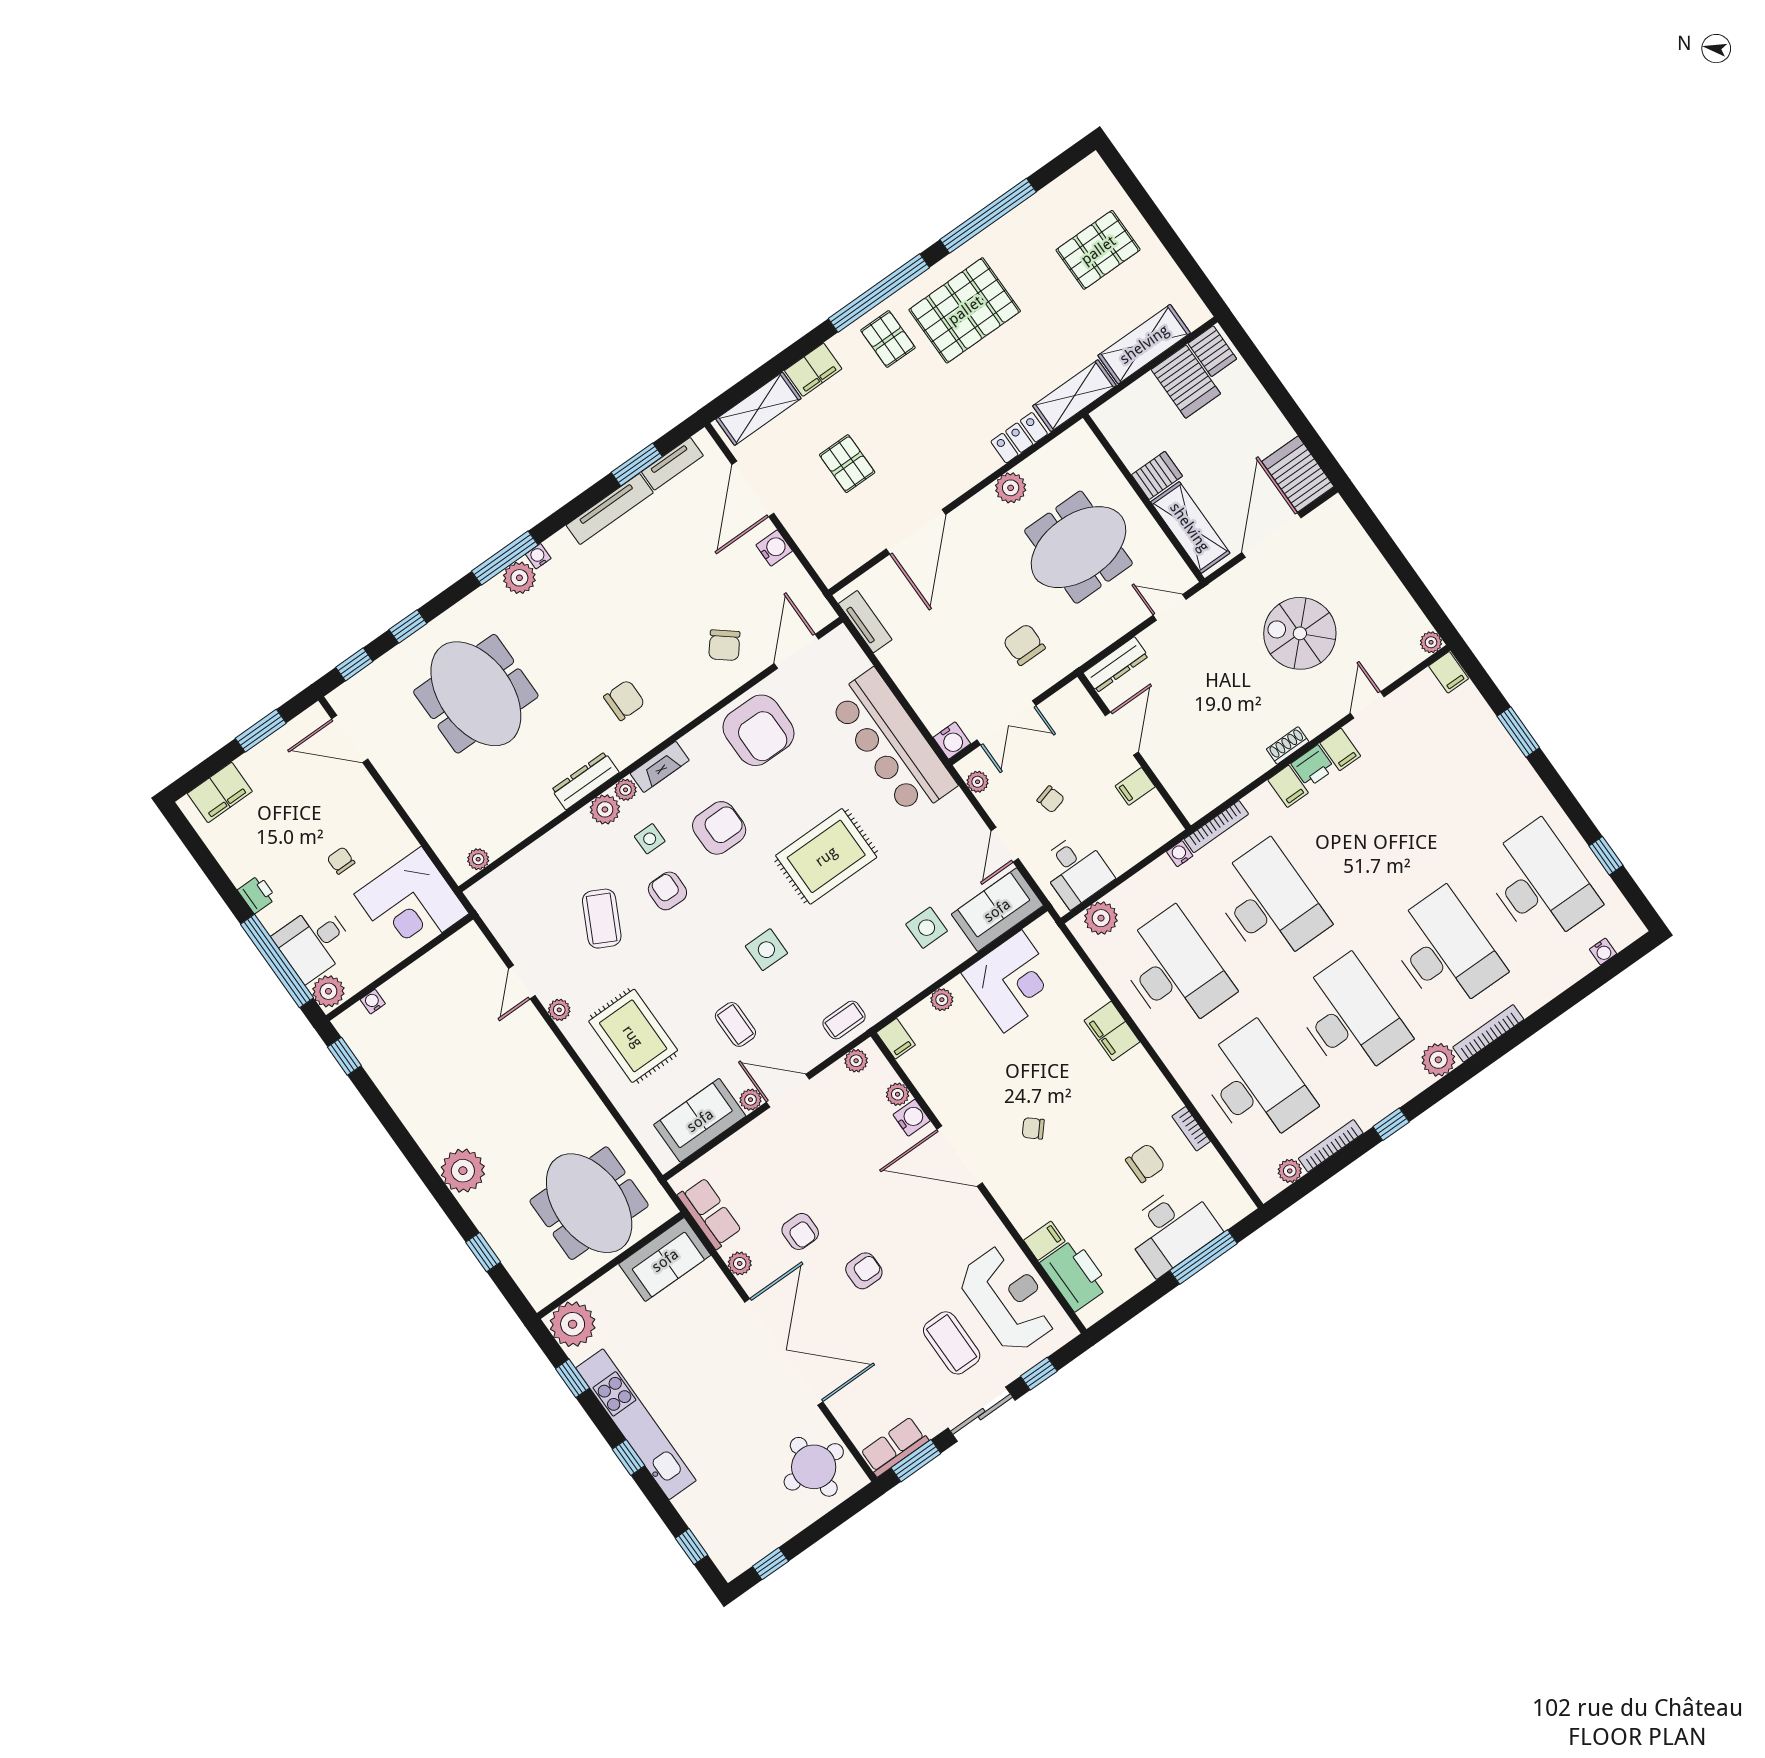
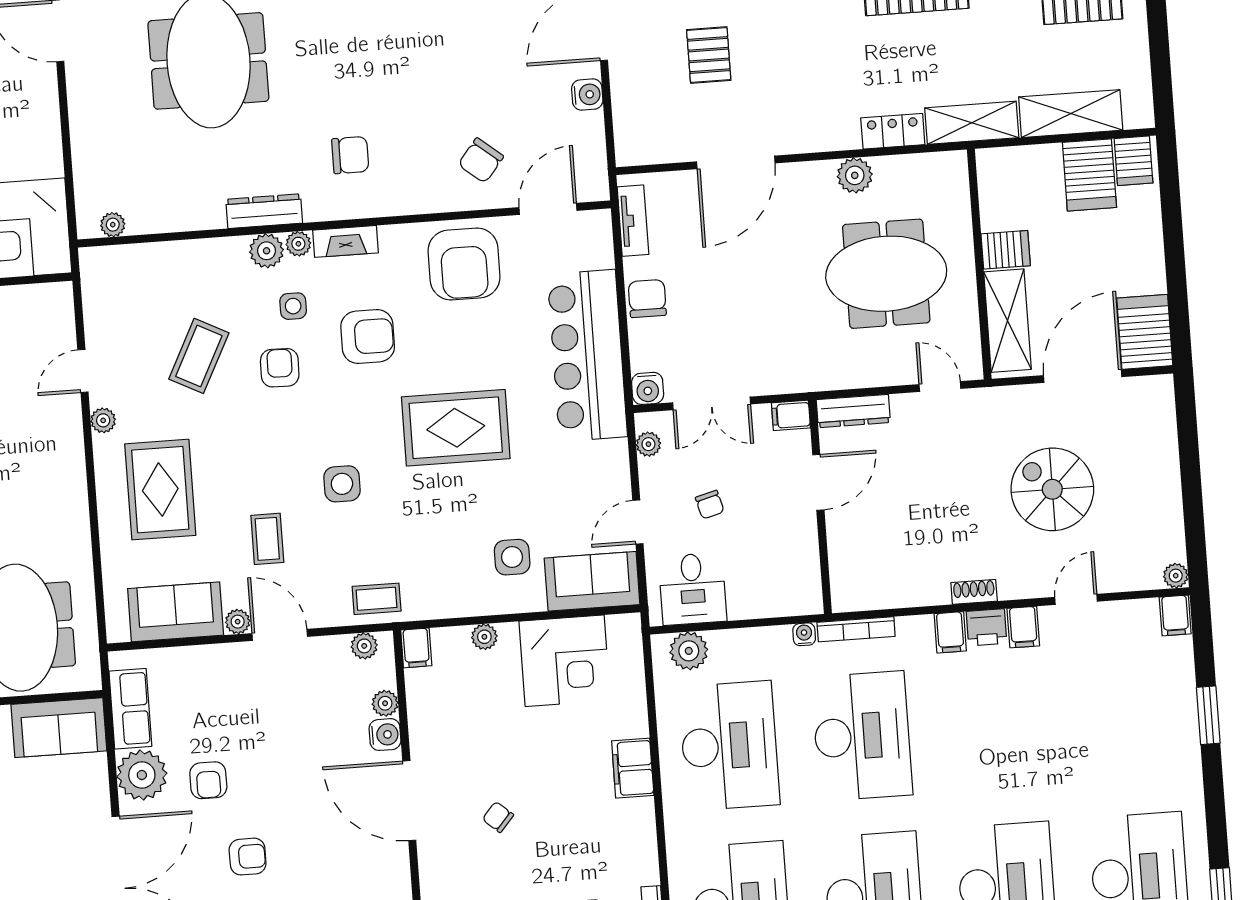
chair: (1024, 644) -> (647, 299), moved
filing cabinet: (1135, 786) -> (791, 415), moved
plant: (740, 1263) -> (142, 775), width x1.88, depth x1.88

